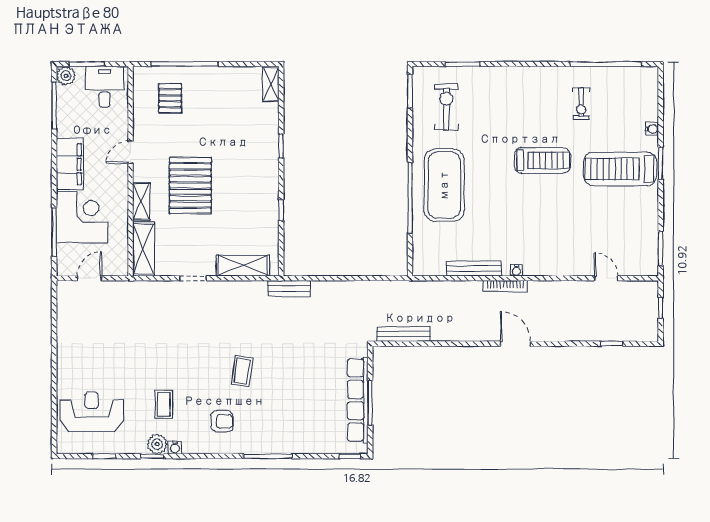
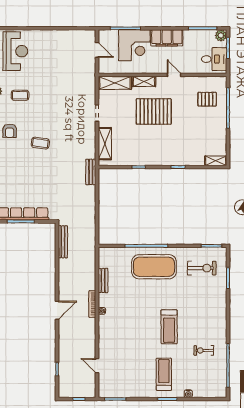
treadmill: (620, 169) -> (164, 374), width x0.73, depth x0.73
bench: (474, 268) -> (103, 280), width x0.73
door: (606, 278) -> (97, 366), swing flipped

